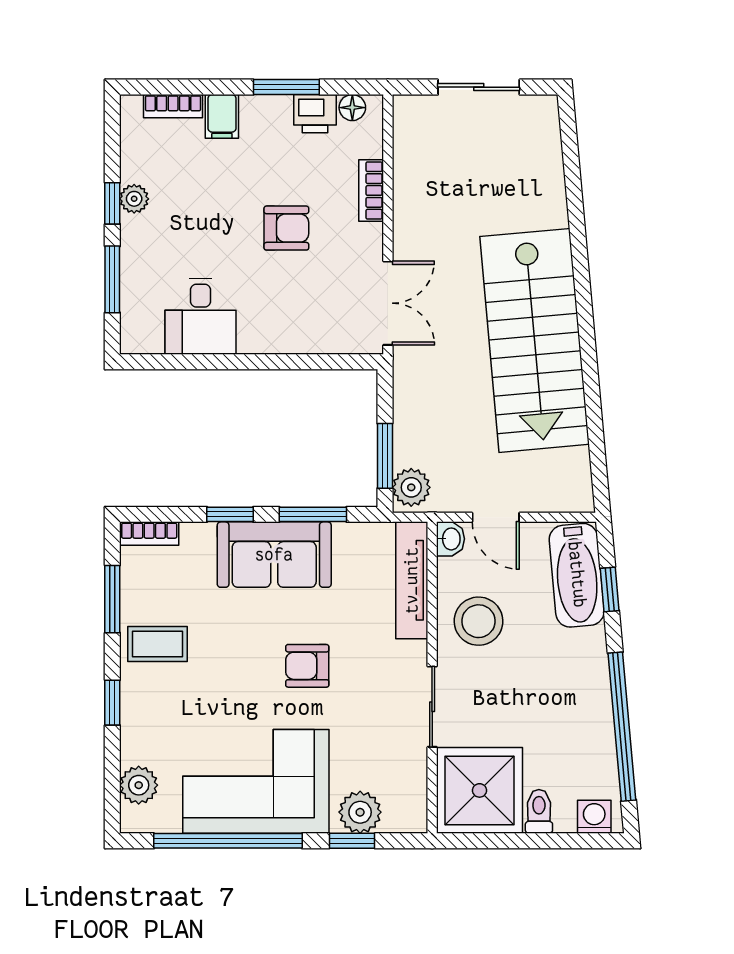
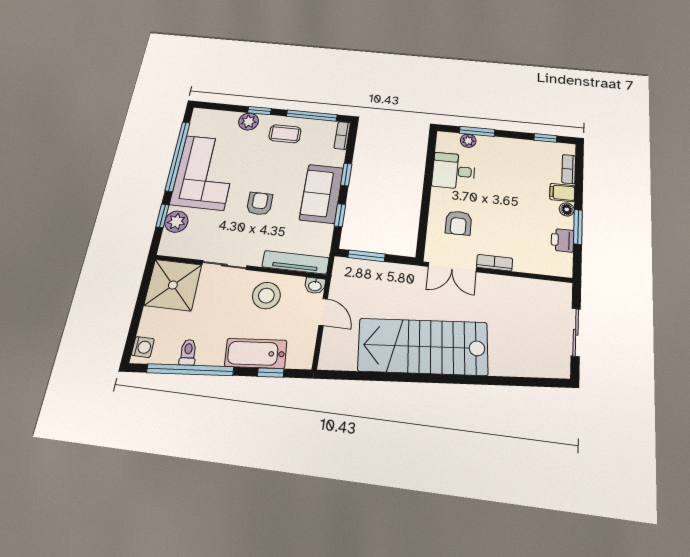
floor lamp: (352, 108) -> (567, 209), moved
bookcase: (371, 190) -> (495, 263), moved
plant: (134, 199) -> (468, 141), moved
window: (112, 203) -> (545, 138), moved
armchair: (286, 228) -> (458, 223), moved
plant: (411, 487) -> (347, 268), removed
window: (313, 514) -> (340, 215), width x0.67
door: (496, 517) -> (323, 312), swing flipped
bathtub: (577, 575) -> (256, 353), moved
window: (112, 599) -> (312, 116), width x1.44
coffee table: (157, 644) -> (285, 134), turned 90
plant: (139, 785) -> (249, 122), moved
toilet: (539, 811) -> (188, 352), moved, turned -95

